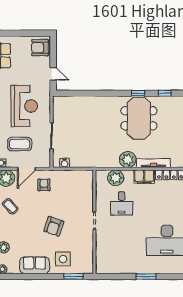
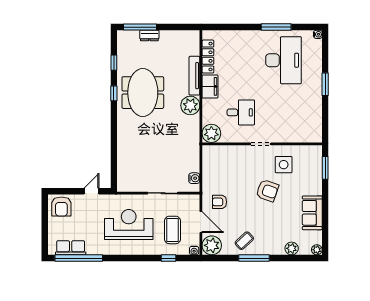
meeting table: (139, 118) -> (143, 93), turned 90
plant: (116, 178) -> (211, 133), moved
side table: (63, 259) -> (284, 165), moved

